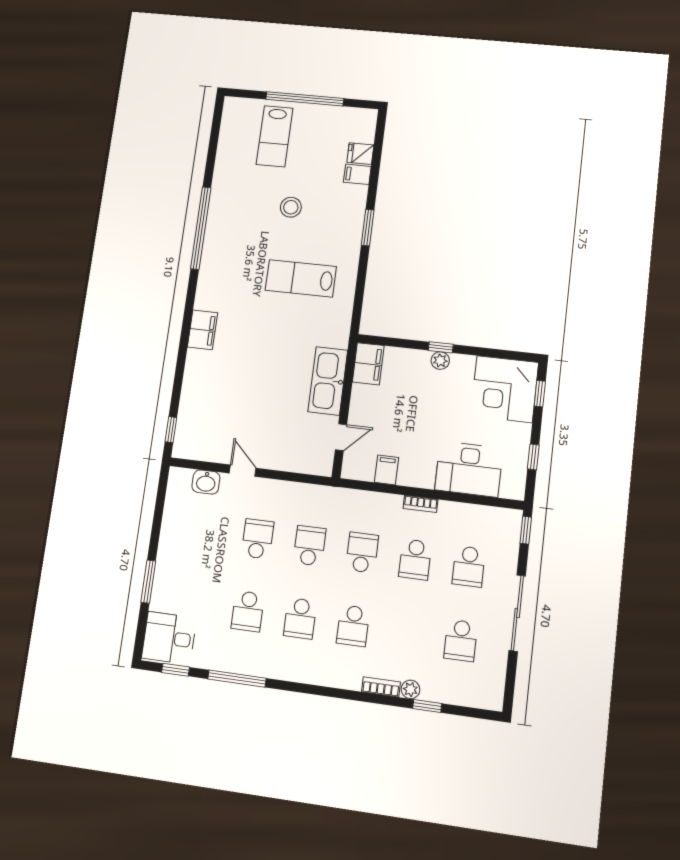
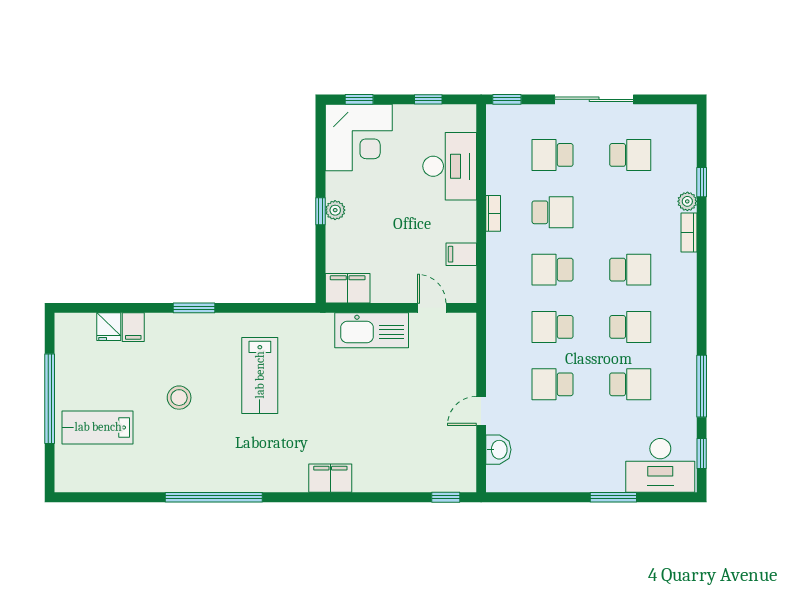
lab bench: (275, 136) -> (98, 427), turned 180
school desk: (469, 566) -> (553, 155), turned 180
desk: (169, 638) -> (660, 465), width x1.37

